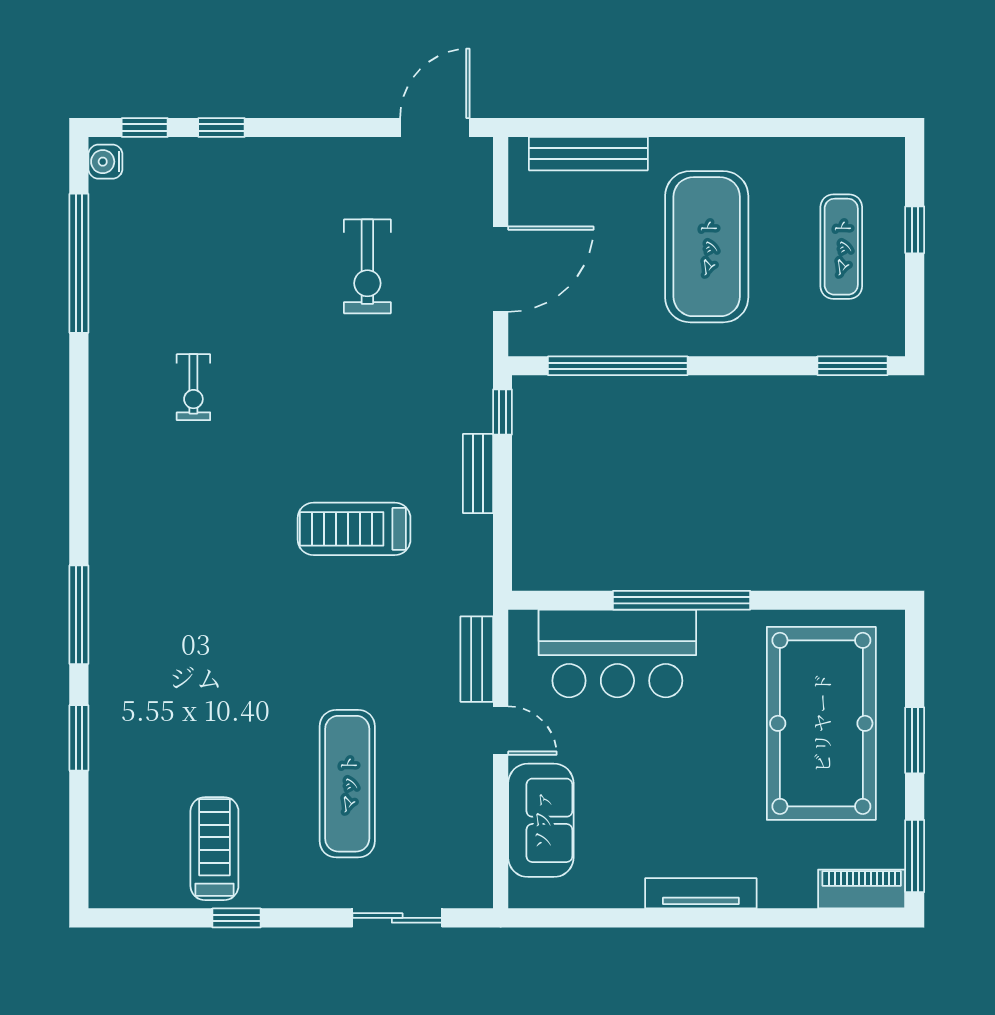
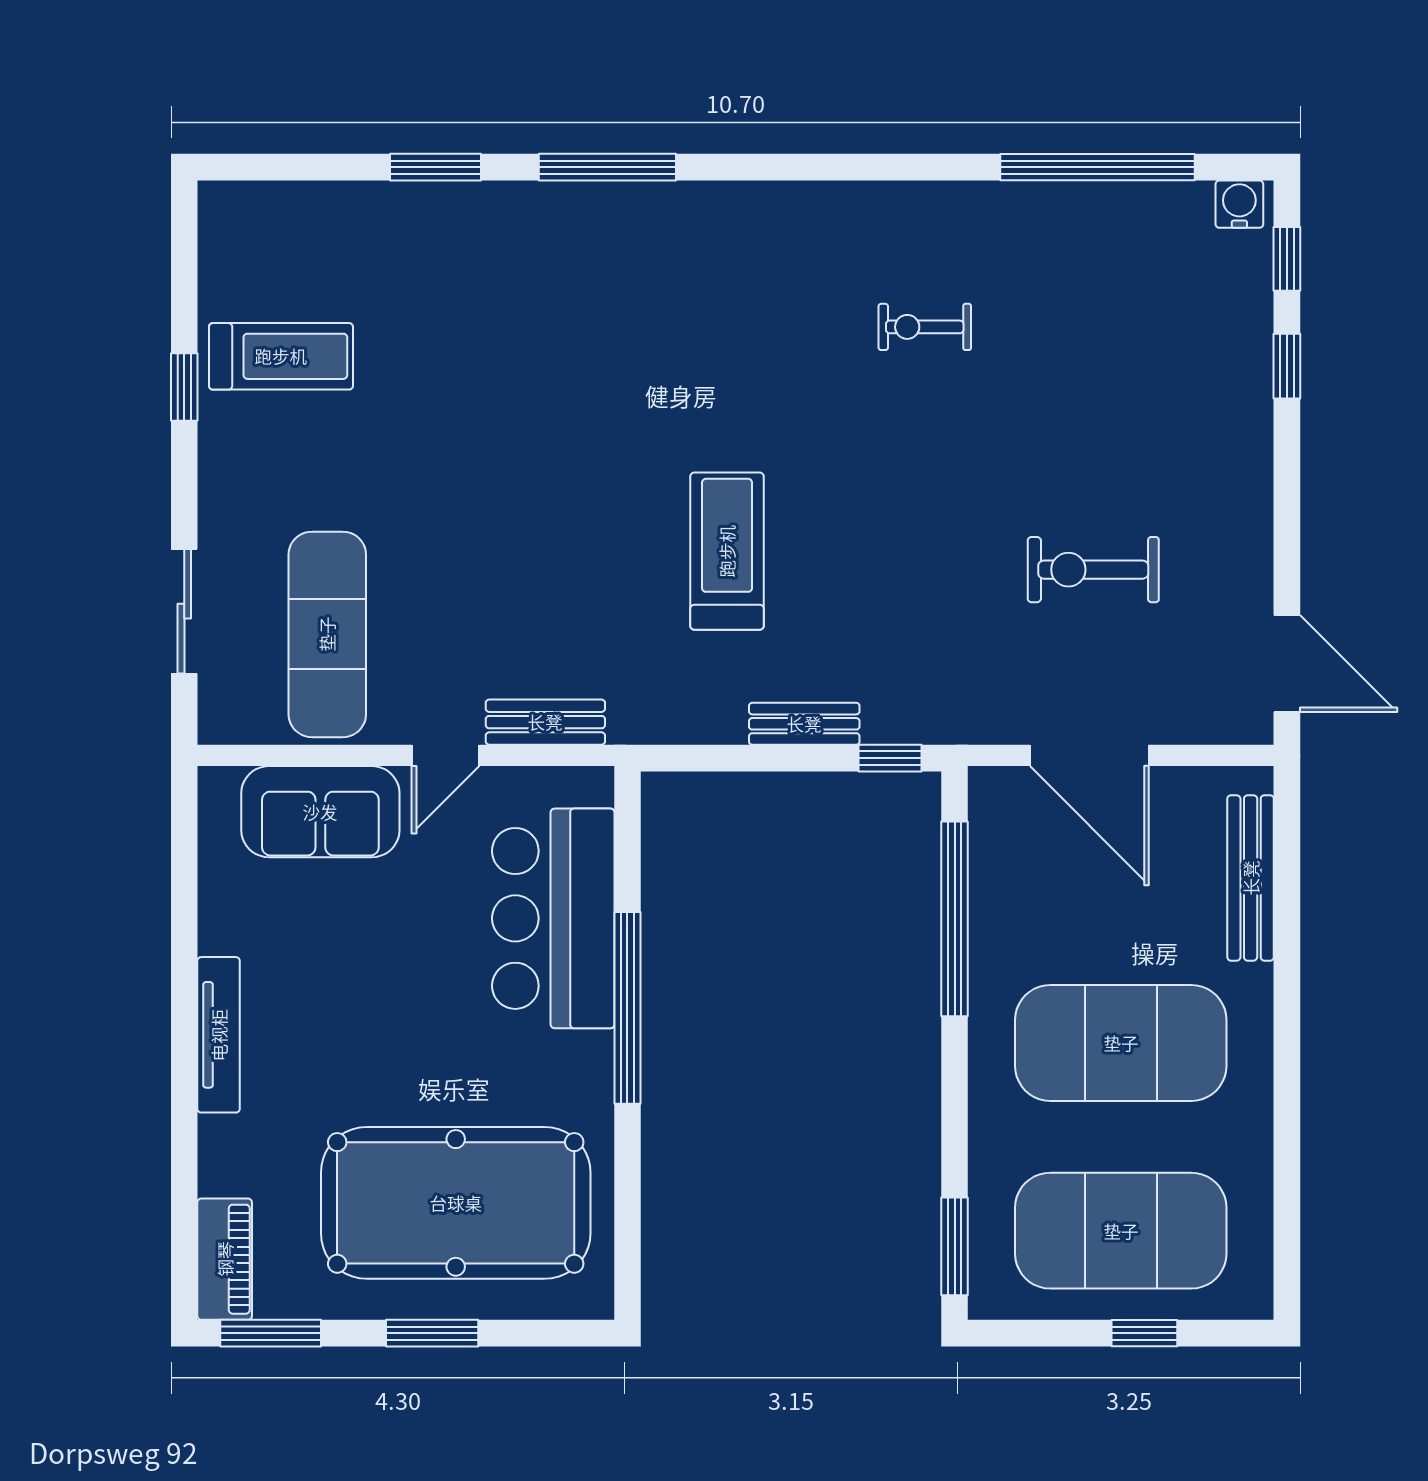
exercise mat: (841, 247) -> (1121, 1231), width x2.00, depth x1.45
exercise mat: (347, 784) -> (327, 634), moved, turned 90

